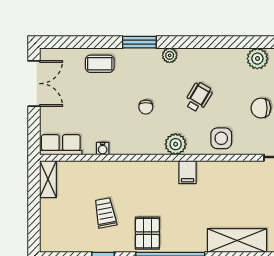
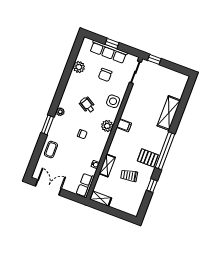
shelving: (109, 169) -> (107, 165), added

